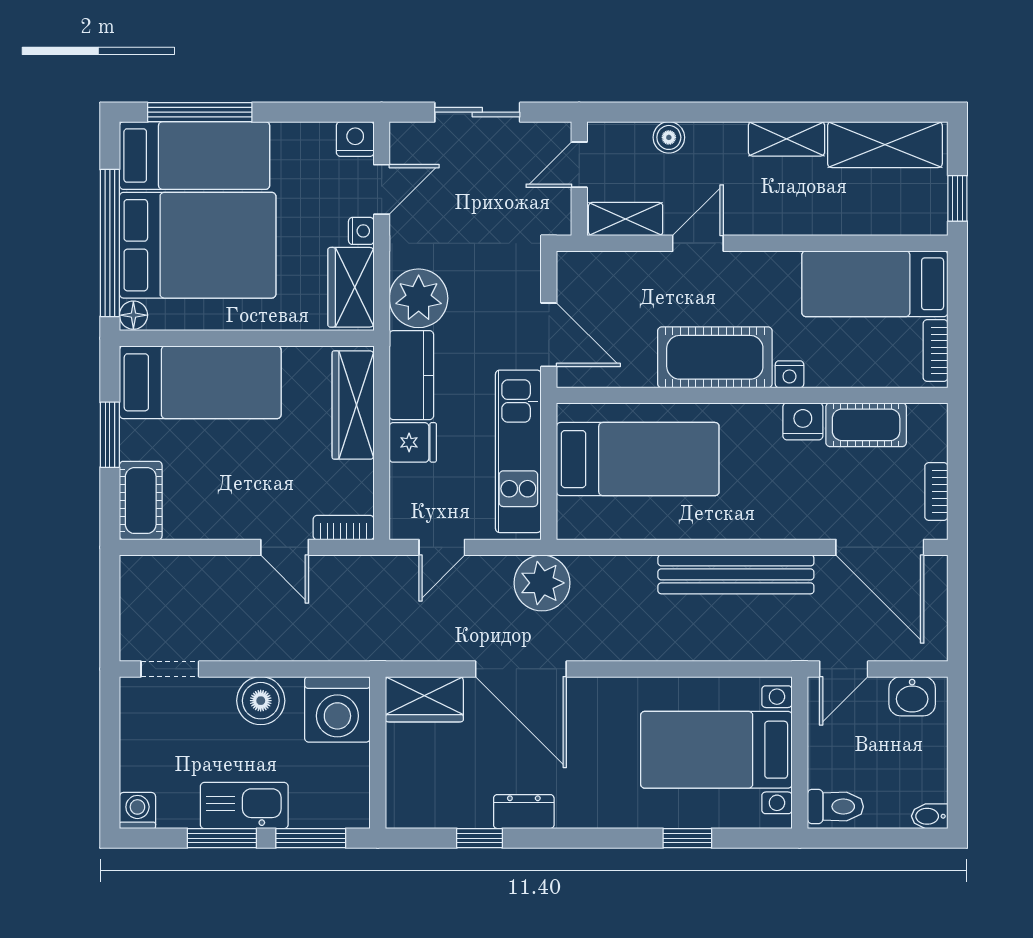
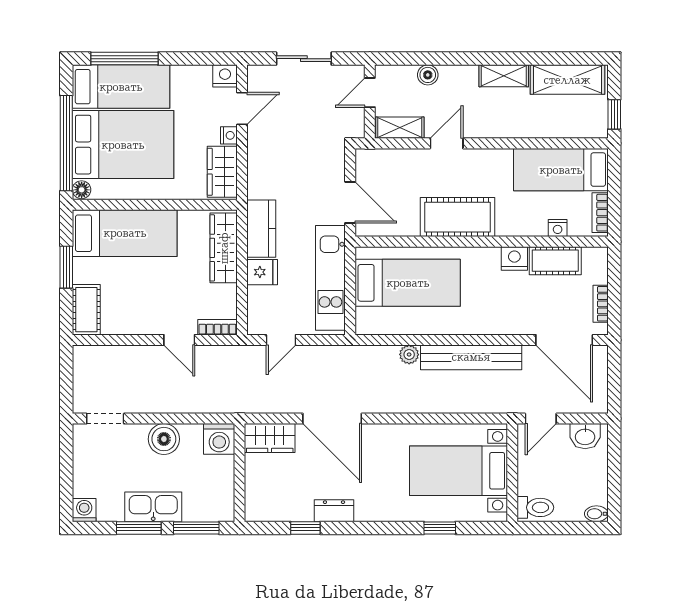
plant: (419, 298) -> (266, 179), removed
nightstand: (789, 374) -> (558, 228), moved
plant: (542, 583) -> (409, 354), moved, width x0.53, depth x0.53
washing machine: (337, 709) -> (219, 439), width x0.73, depth x0.73

